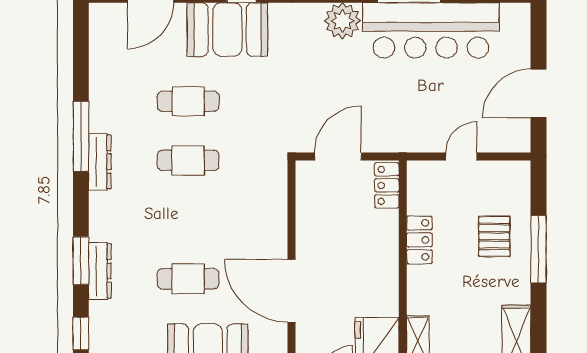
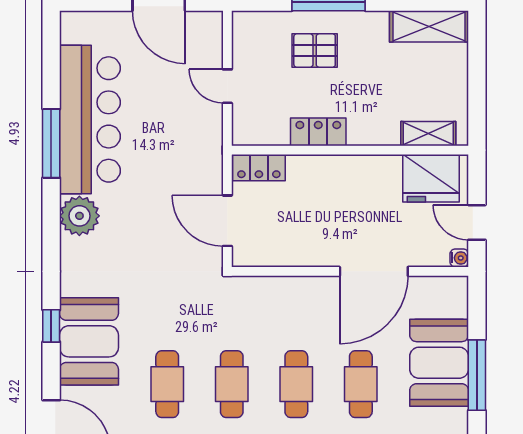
cafe table: (188, 220) -> (296, 384), added

